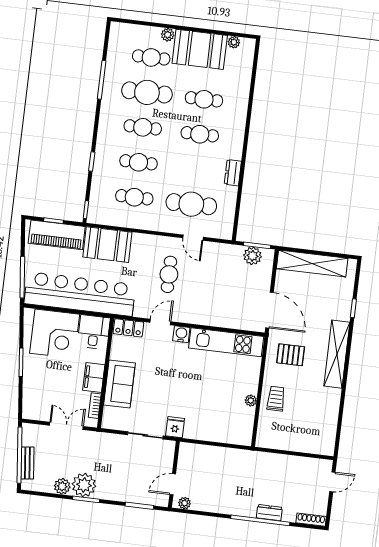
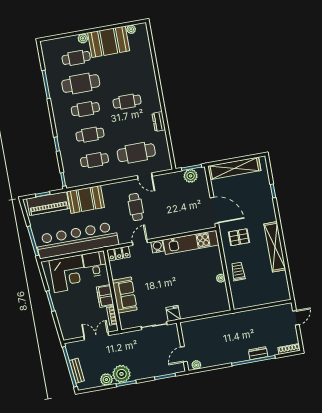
cafe table: (204, 99) -> (122, 76), removed
shelving: (337, 354) -> (275, 247), moved

